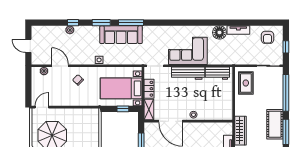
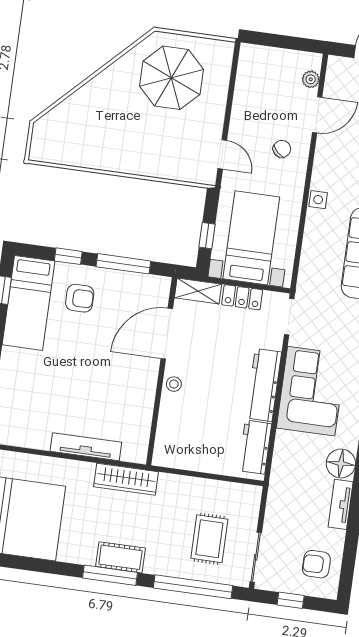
rug: (246, 83) -> (209, 539), moved, turned 90
door: (42, 107) -> (222, 154), moved
cot: (275, 124) -> (120, 557), width x0.73, depth x0.75

